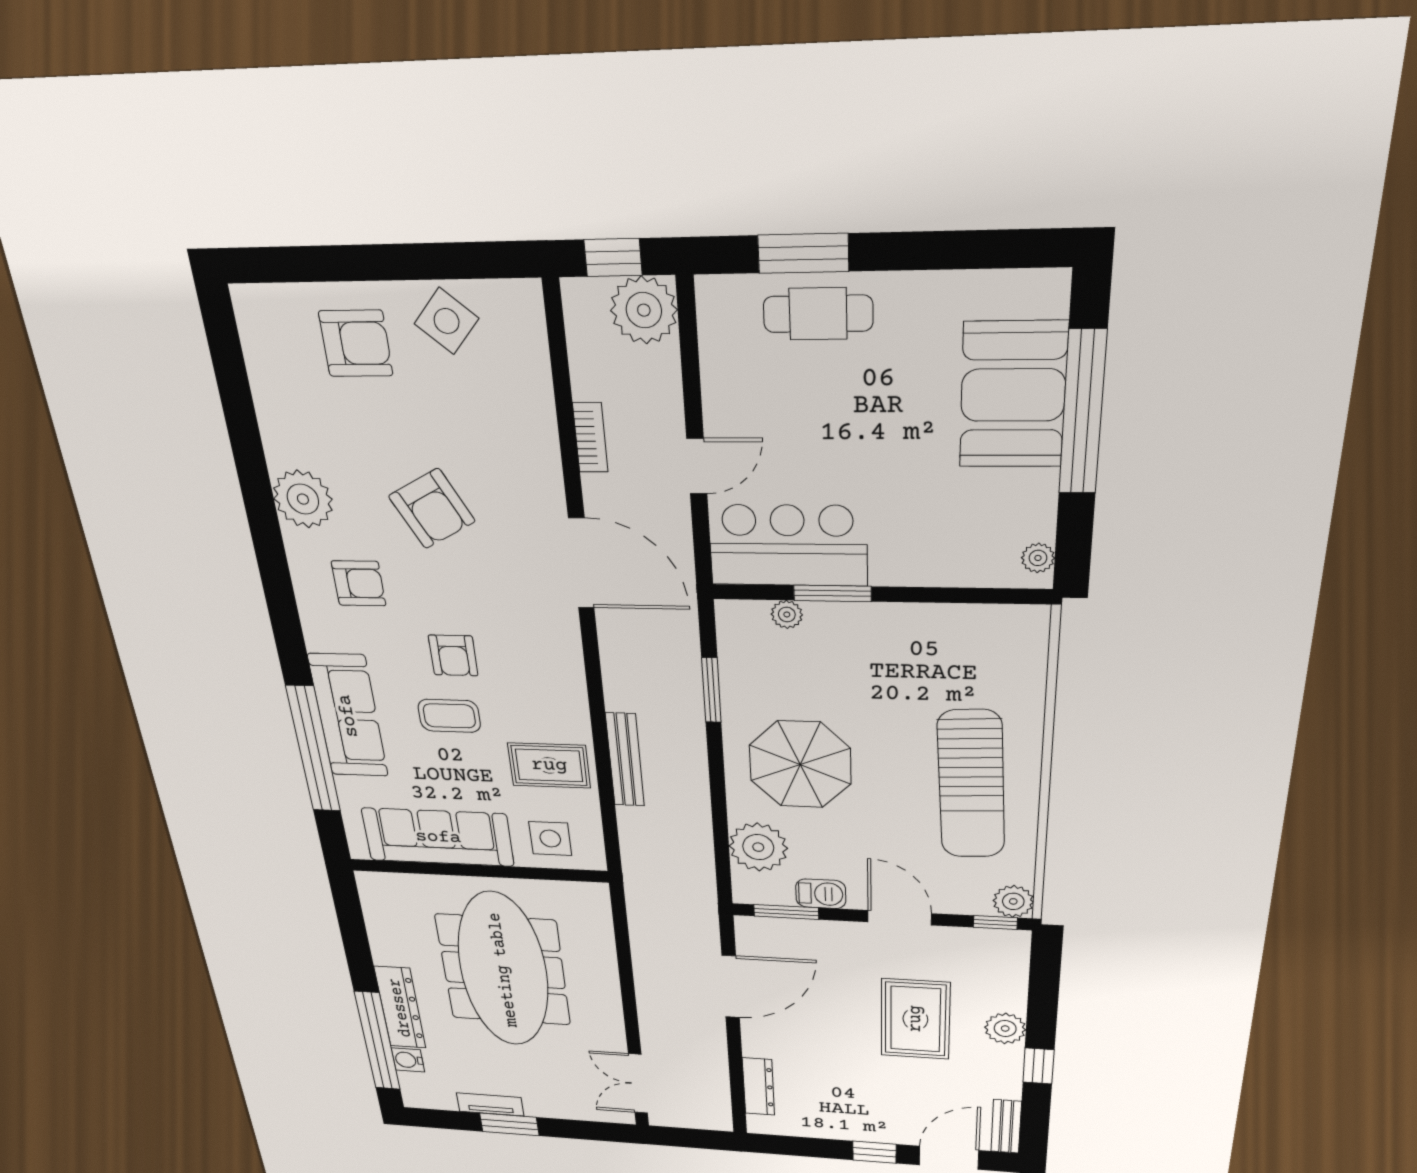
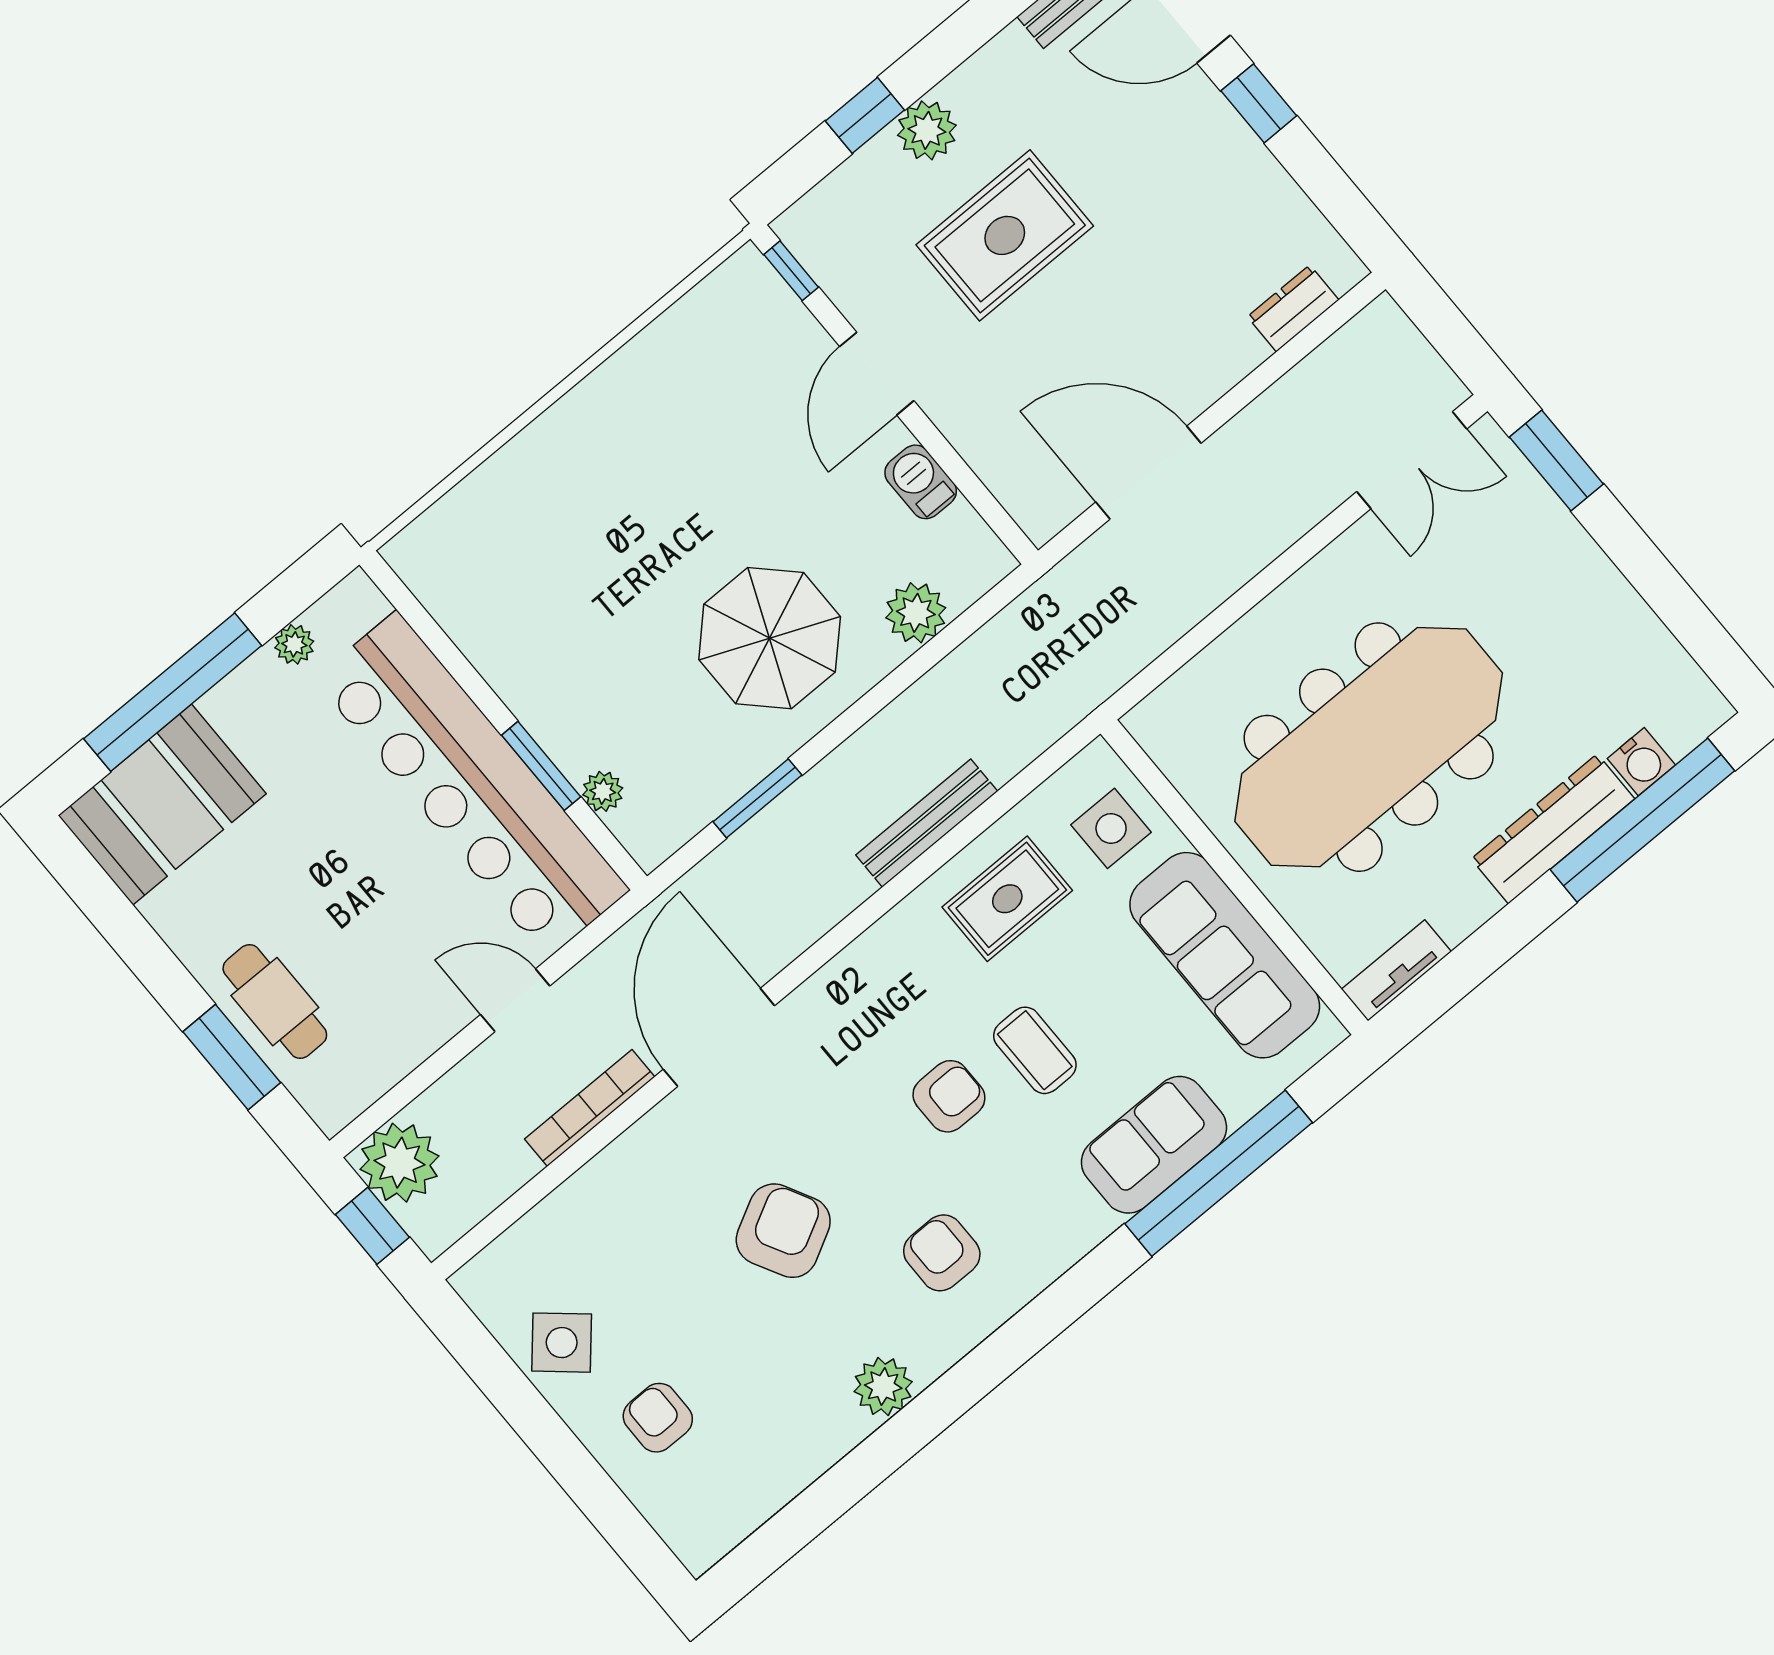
armchair: (356, 343) -> (658, 1418), width x0.72, depth x0.72
booth: (1013, 395) -> (162, 804), moved
bookcase: (590, 437) -> (590, 1108), width x1.56
plant: (303, 499) -> (883, 1387), width x0.73, depth x0.73
bar counter: (788, 545) -> (472, 785), width x1.86
plant: (1038, 558) -> (294, 644), moved
sofa: (348, 716) -> (1154, 1145), width x0.73
rug: (549, 765) -> (1007, 899), turned 90
sun lounger: (971, 785) -> (641, 448), removed
plant: (758, 847) -> (916, 613), width x0.73, depth x0.73
plant: (1013, 901) -> (747, 278), removed
window: (786, 912) -> (980, 498), removed
window: (1038, 1066) -> (865, 115), moved
dresser: (758, 1087) -> (1293, 308), width x0.70
tv unit: (490, 1104) -> (1396, 970), moved, turned 90
window: (509, 1124) -> (1556, 460), moved

